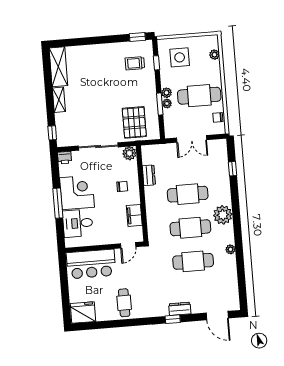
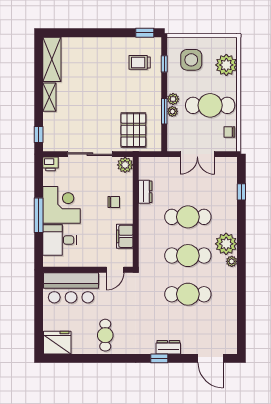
plant: (214, 55) -> (226, 65), width x1.88, depth x1.88
plant: (230, 249) -> (232, 261), moved

